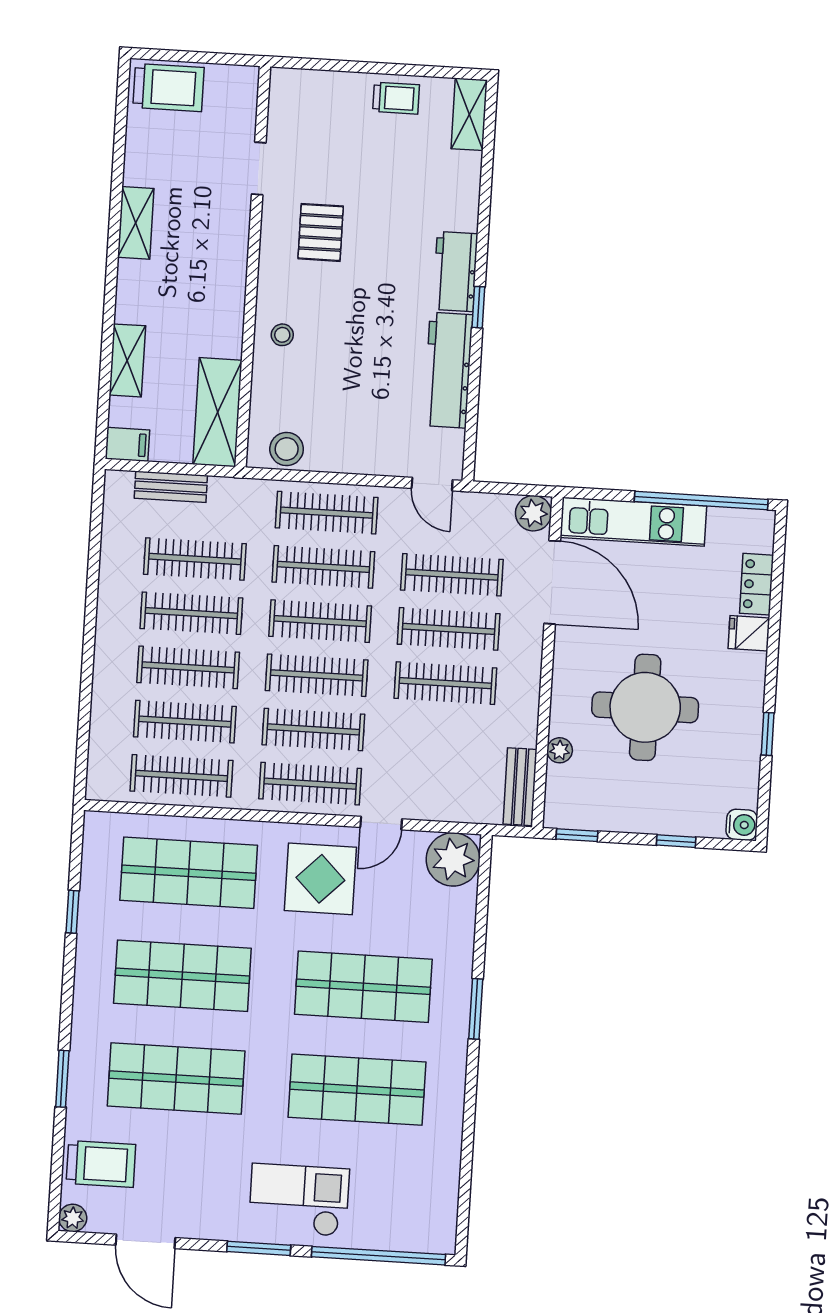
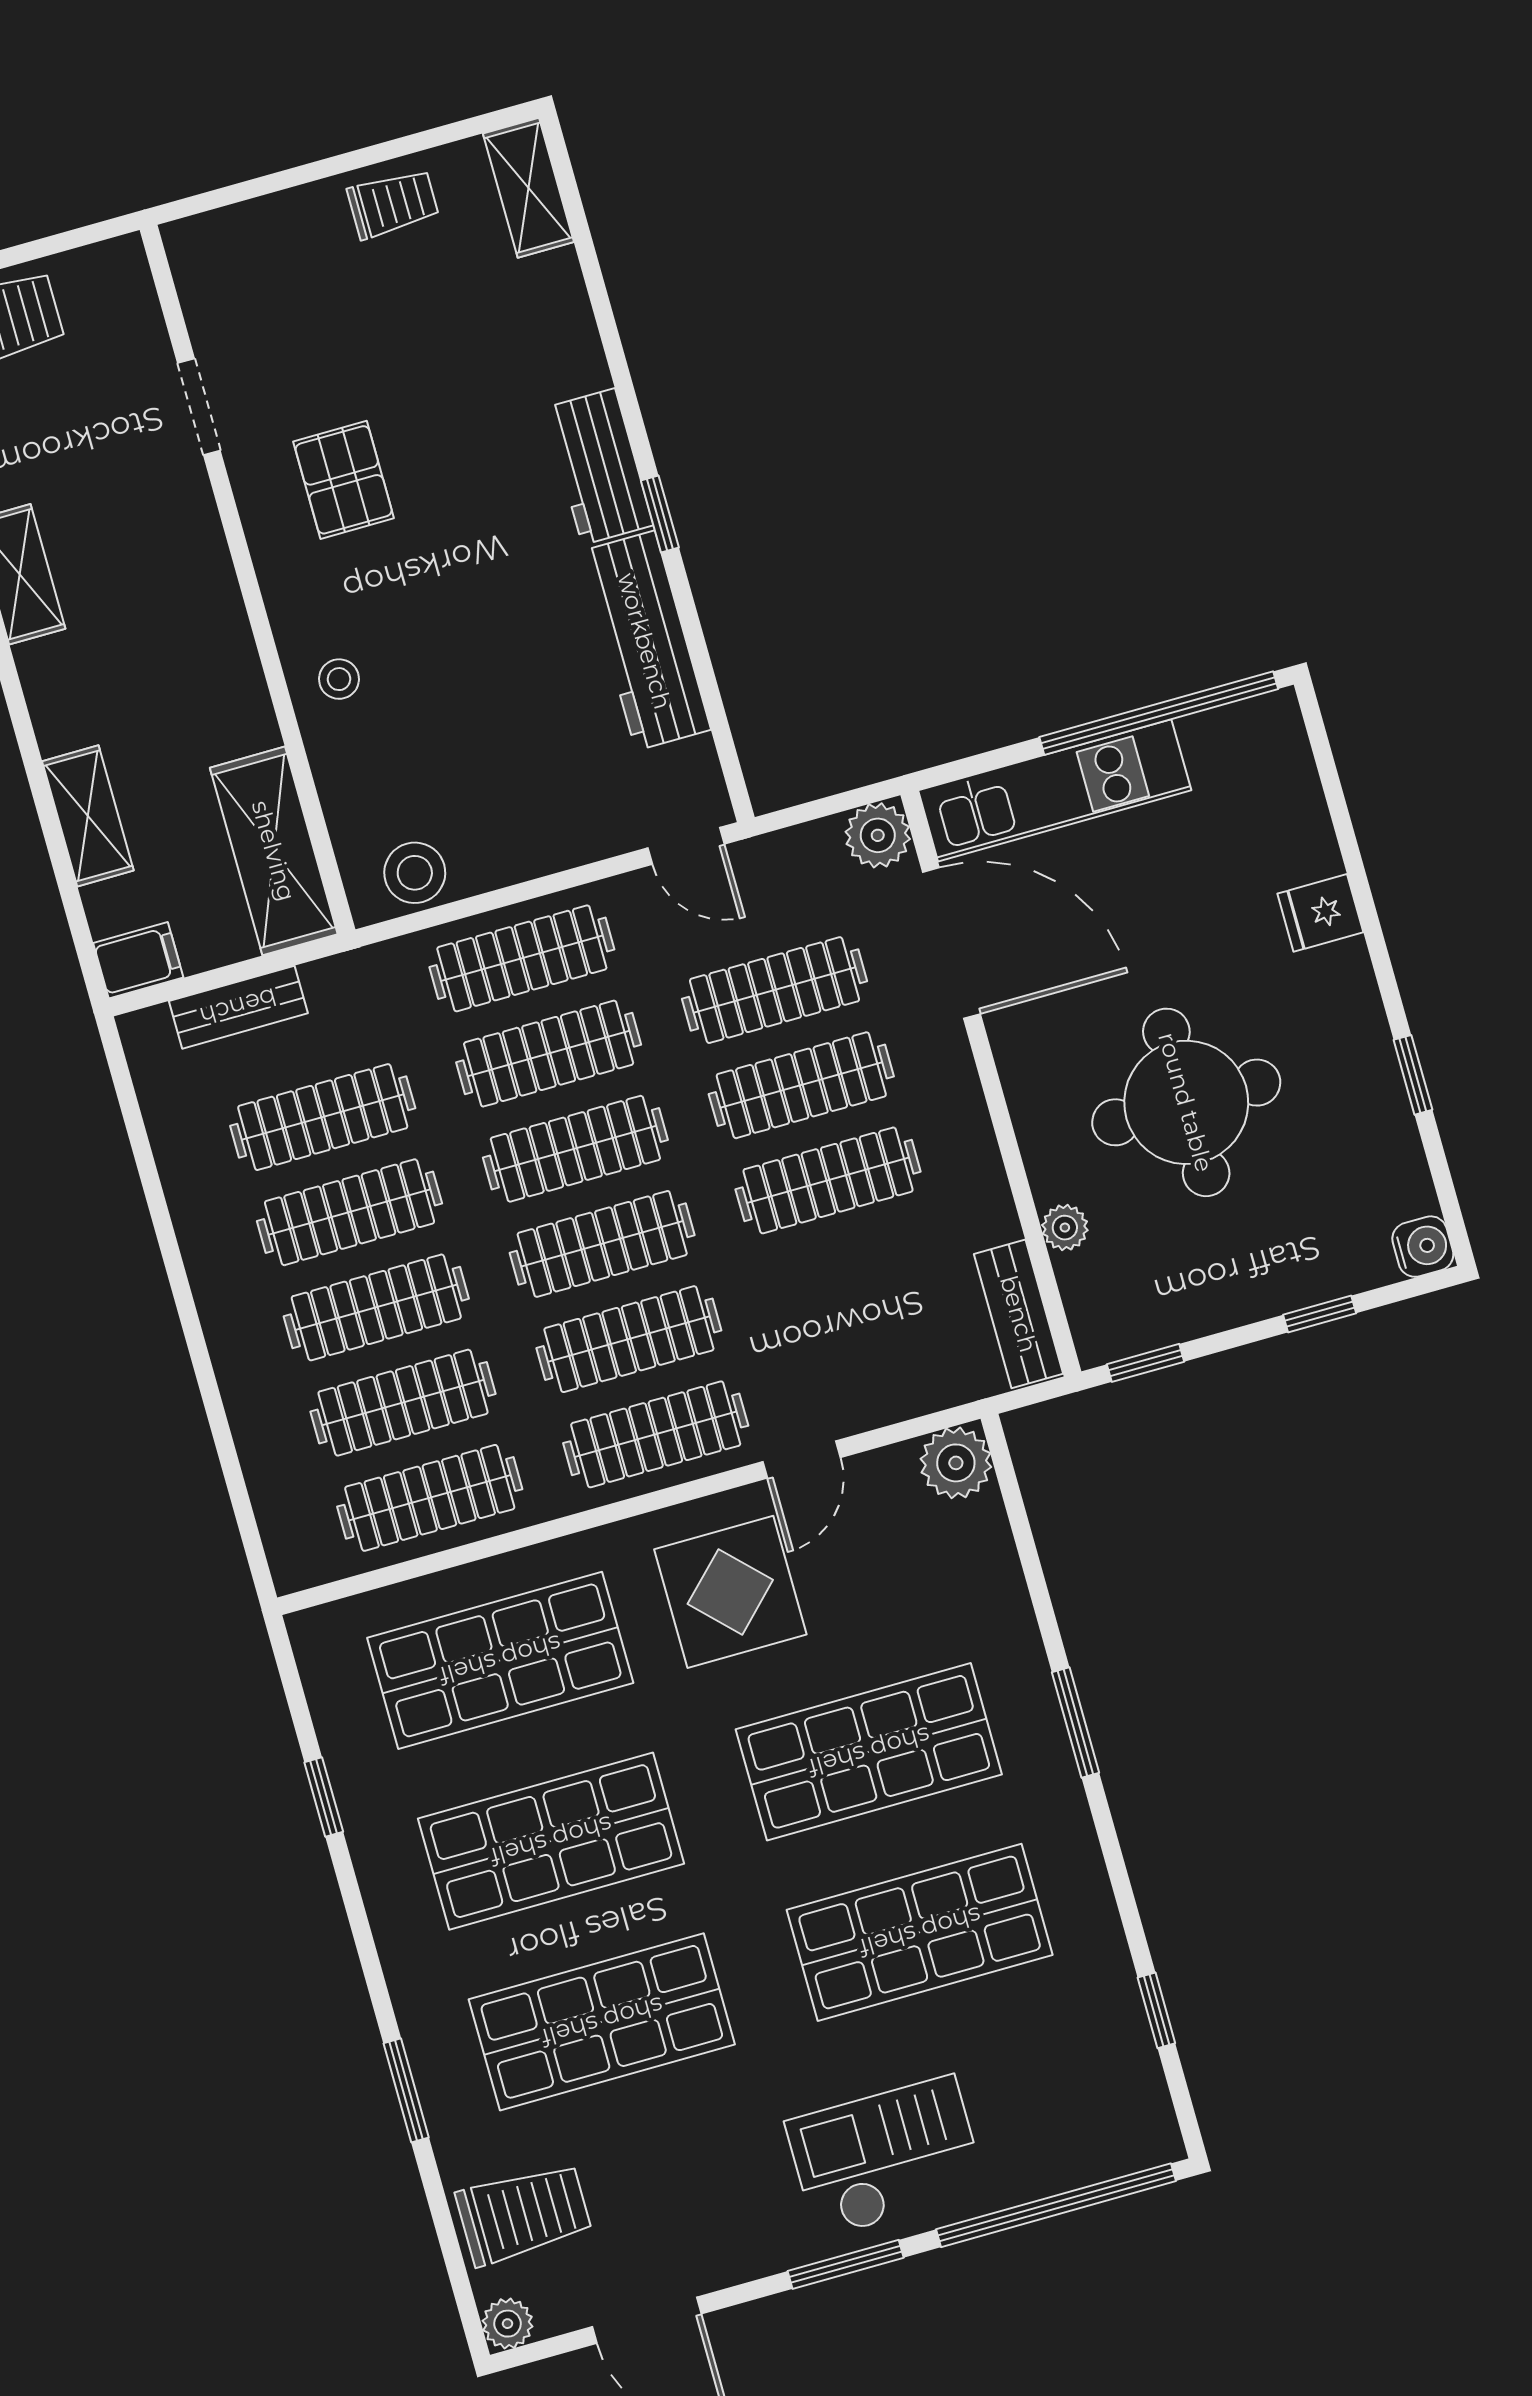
locker: (757, 584) -> (1304, 824), removed
plant: (453, 859) -> (956, 1463), width x0.73, depth x0.73
window: (466, 1173) -> (1156, 2010), added

